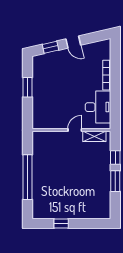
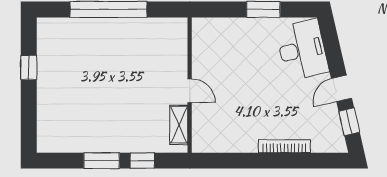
window: (51, 47) -> (349, 122), moved
desk: (98, 107) -> (302, 50), moved, turned -103

